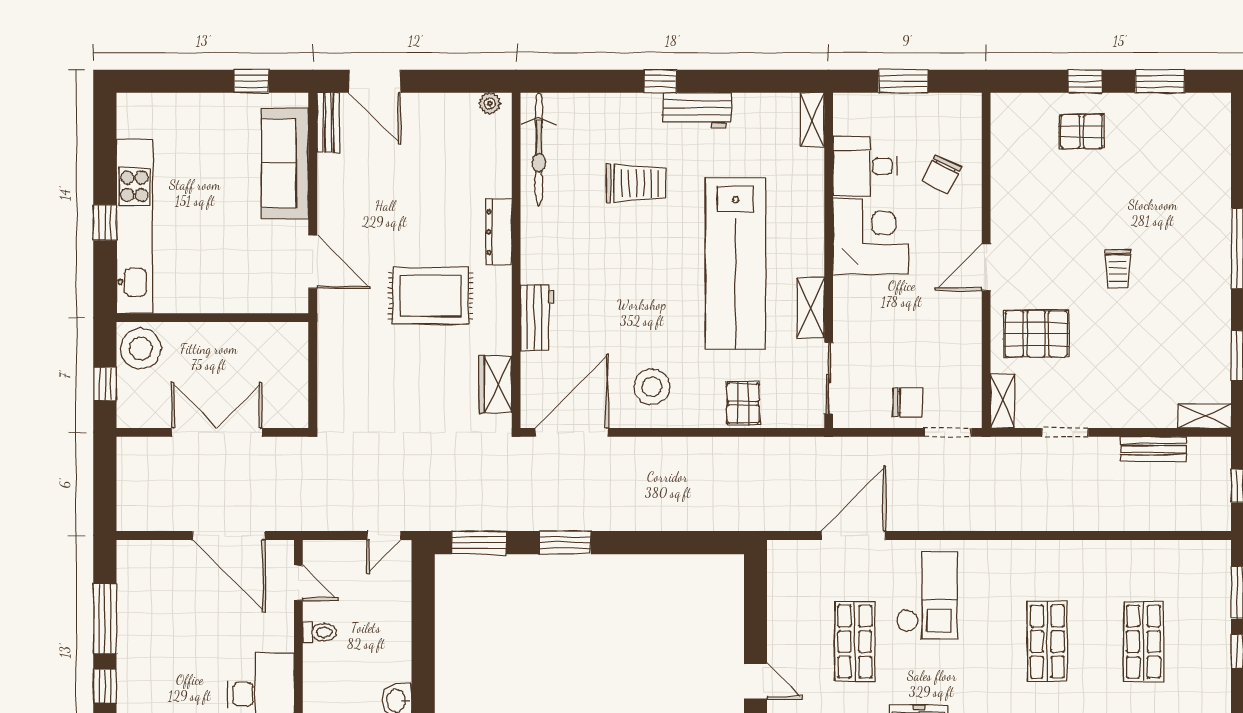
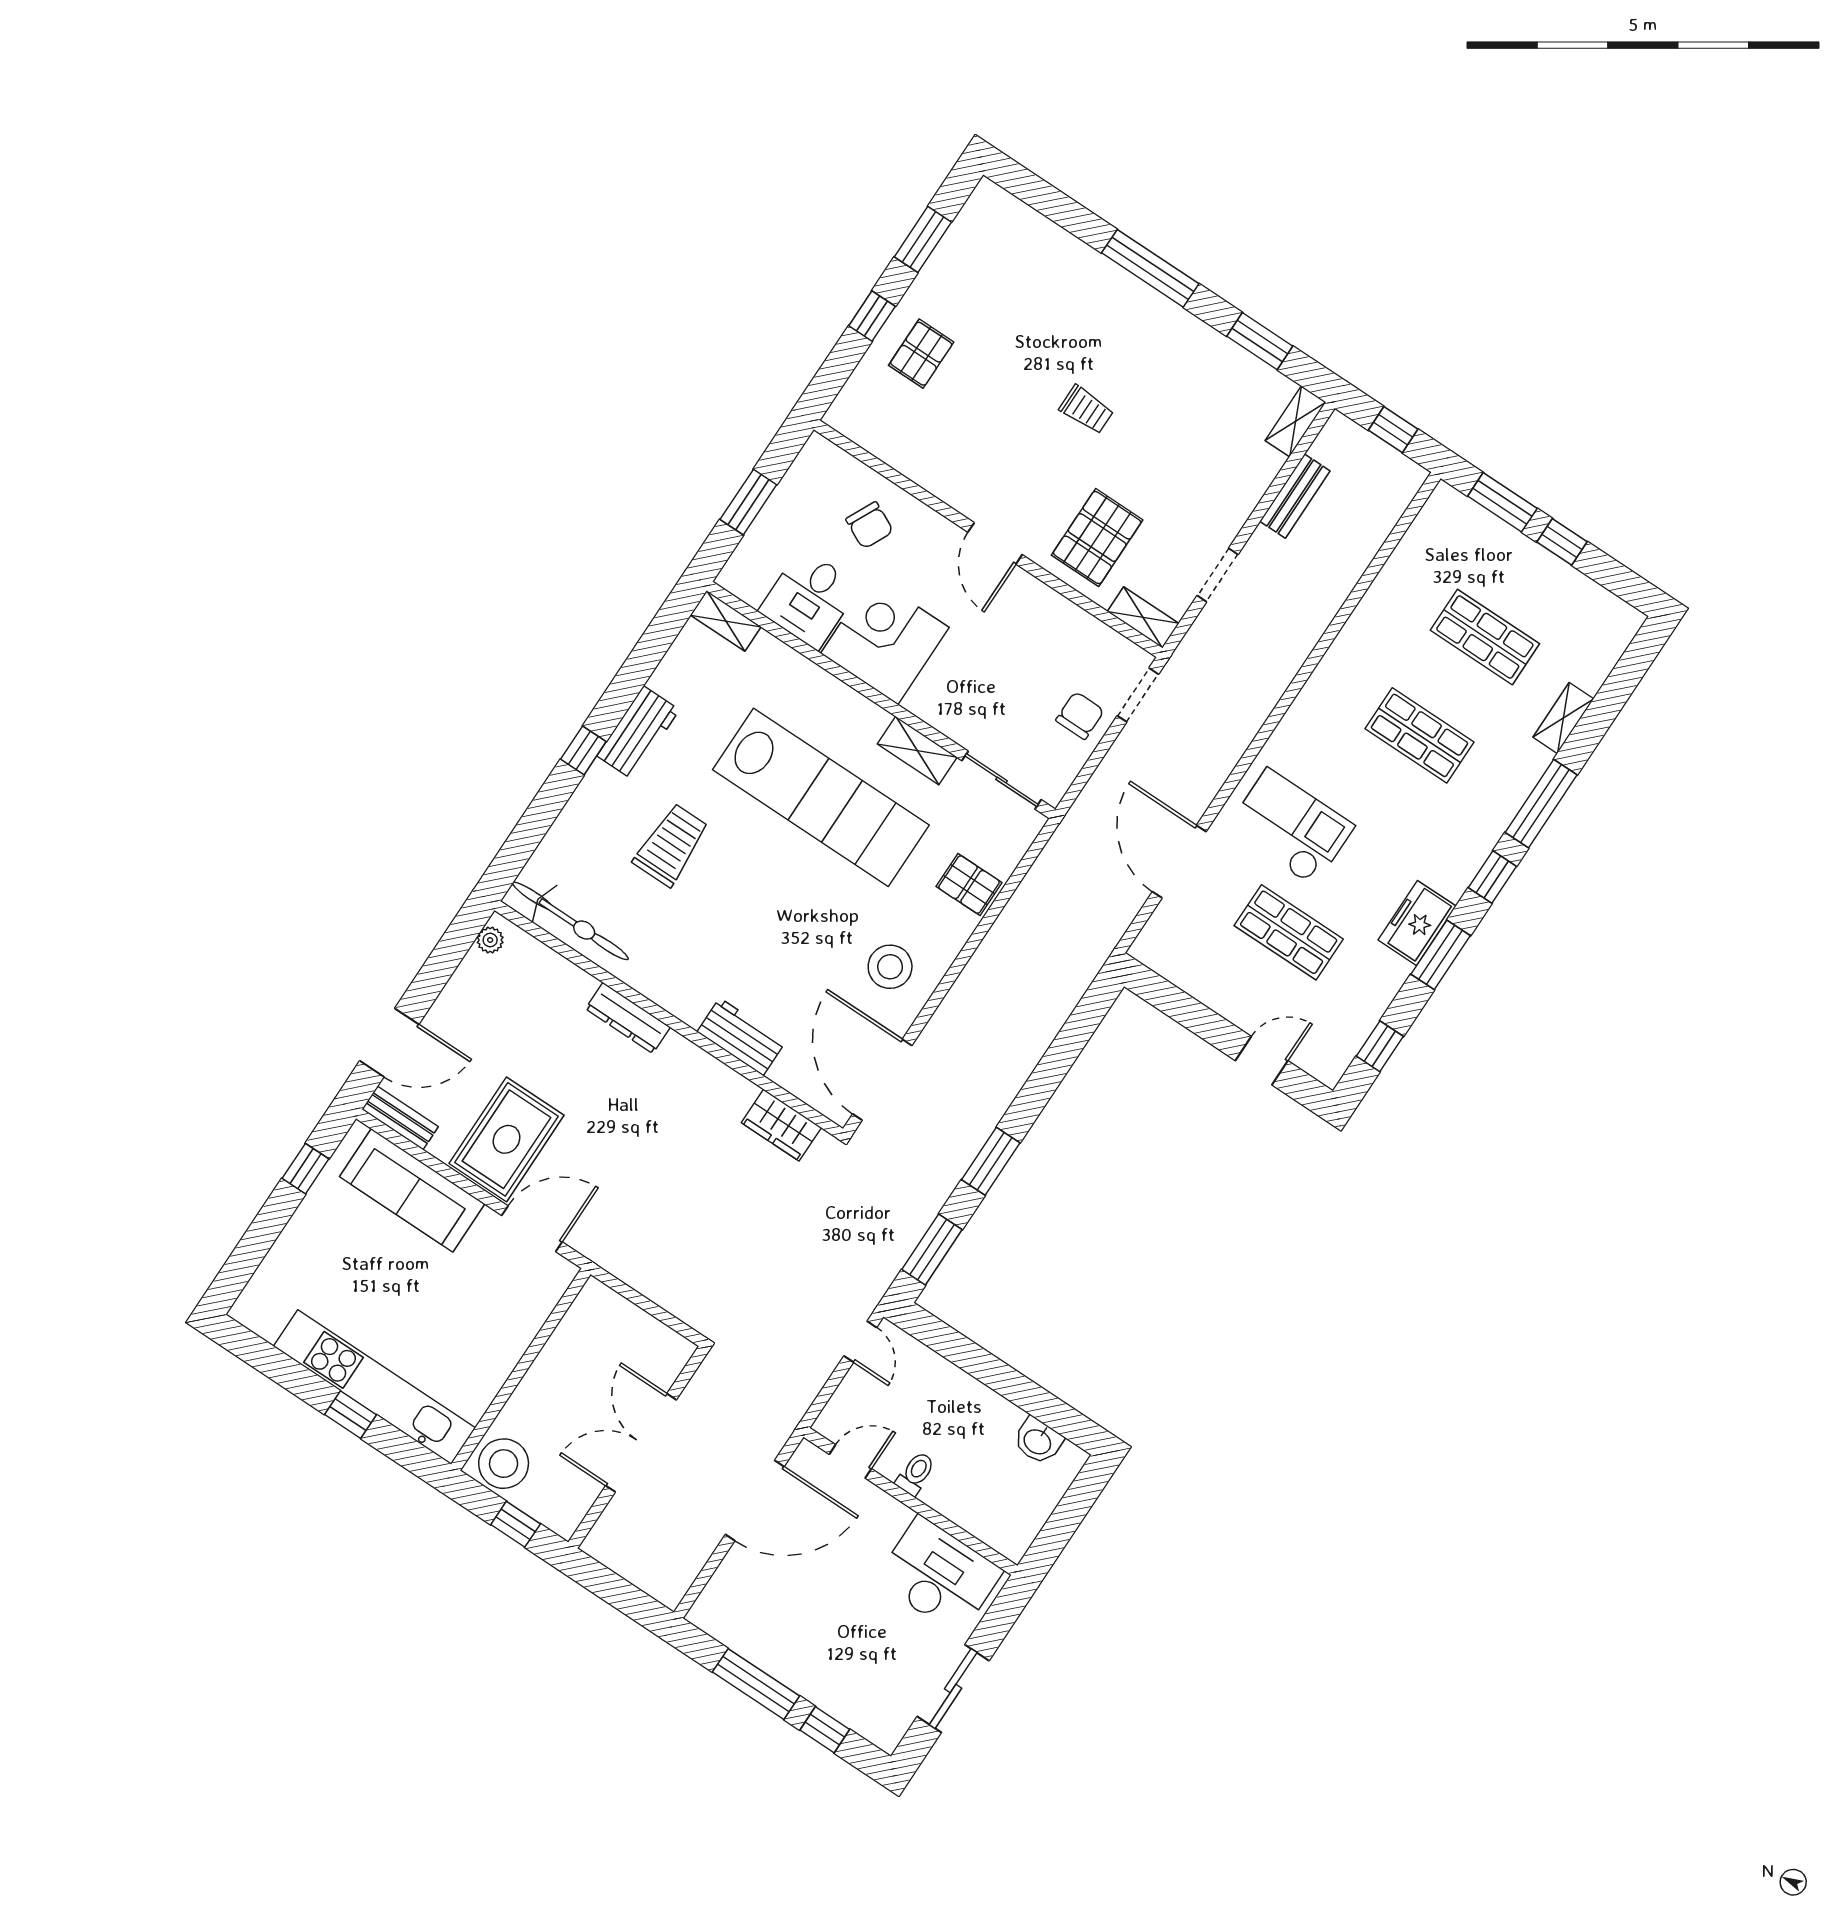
rug: (431, 296) -> (506, 1139), moved

